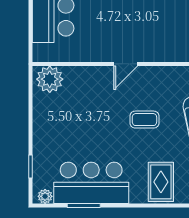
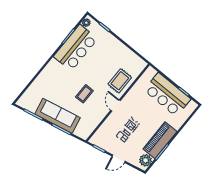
plant: (50, 79) -> (136, 67), removed
rug: (161, 182) -> (120, 81), moved, turned 90

